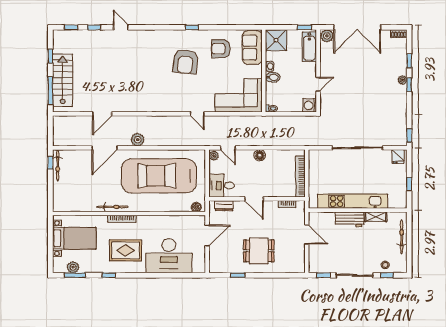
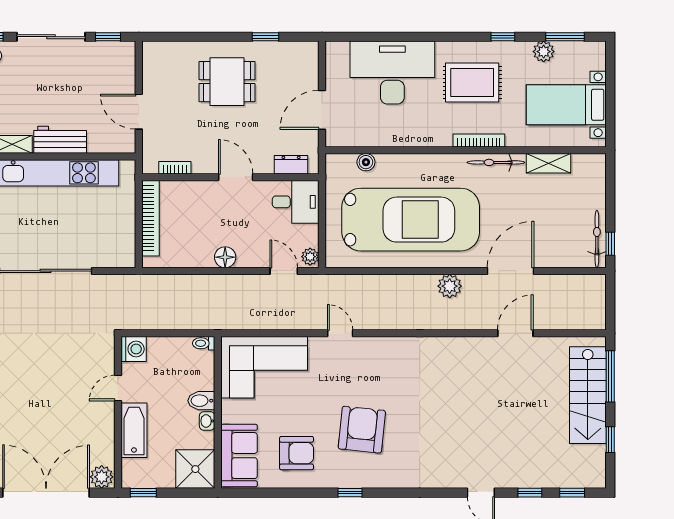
bathtub: (309, 47) -> (134, 430), moved
shelving: (84, 206) -> (549, 163), added
boiler: (196, 207) -> (366, 162), moved
plant: (73, 267) -> (544, 52), moved

